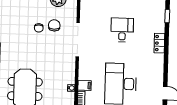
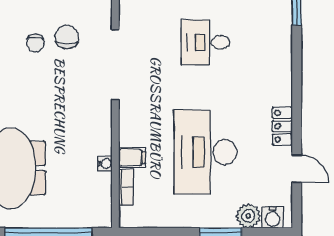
desk: (122, 30) -> (205, 42), turned -90
locker: (159, 43) -> (282, 126), moved

